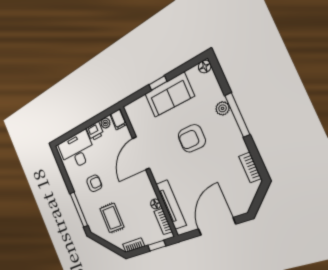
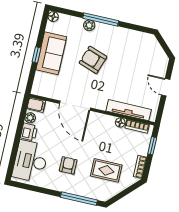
armchair: (192, 138) -> (93, 60), turned 109
bookcase: (250, 167) -> (140, 36), removed
door: (217, 227) -> (166, 87), width x0.53

